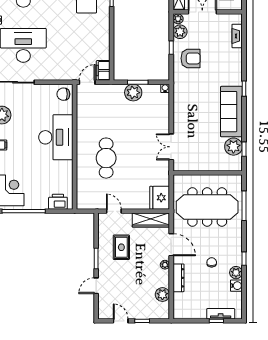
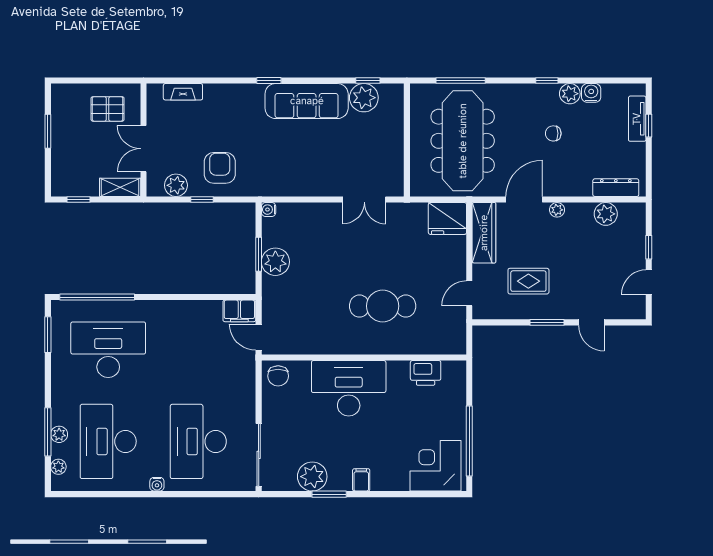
plant: (178, 19) -> (155, 188), removed
printer: (58, 202) -> (426, 373), moved, turned -90
dresser: (179, 278) -> (616, 188), moved

